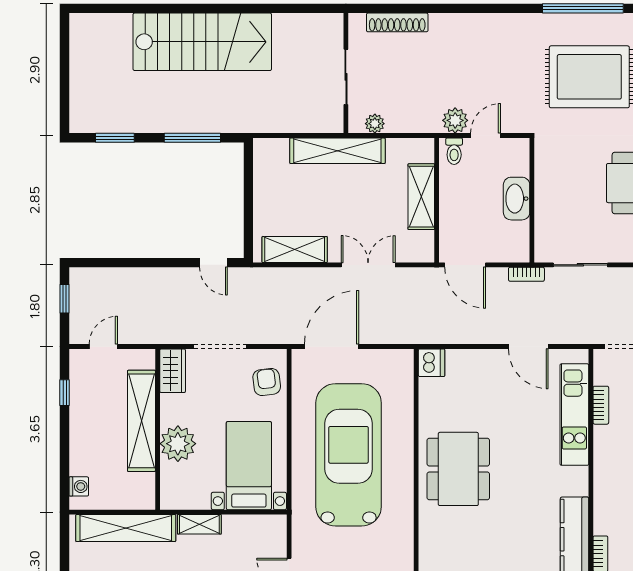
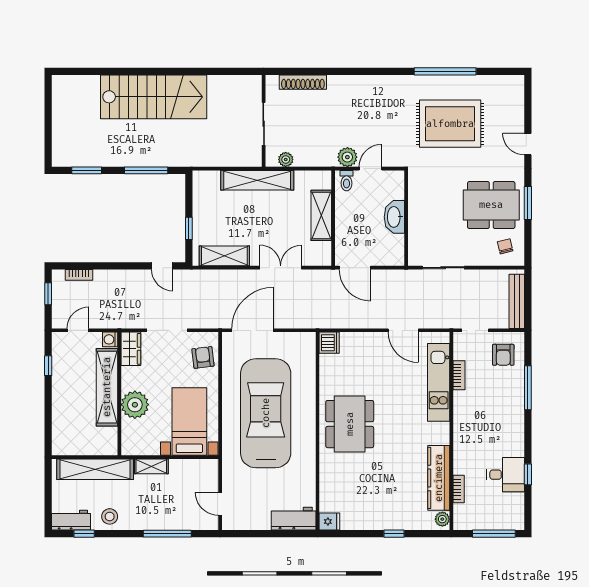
window: (248, 214) -> (189, 228), added
bookcase: (526, 274) -> (79, 275), moved
washing machine: (79, 486) -> (110, 339), moved, turned 180

